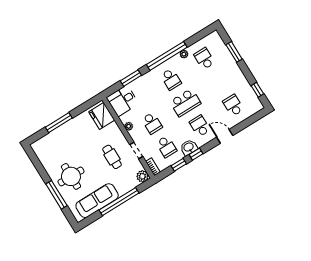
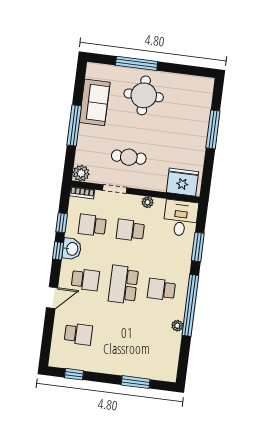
school desk: (204, 59) -> (154, 344), removed
sofa: (97, 201) -> (95, 102), width x0.73
window: (119, 202) -> (74, 125), width x0.68

